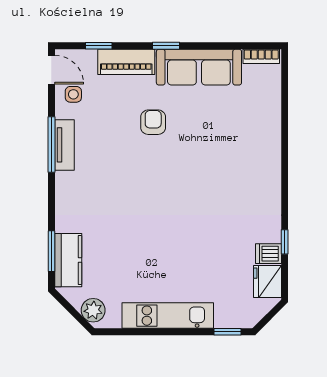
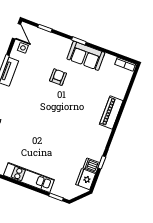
piano: (126, 62) -> (111, 112), moved, turned 90
sofa: (199, 67) -> (86, 56), width x0.73

